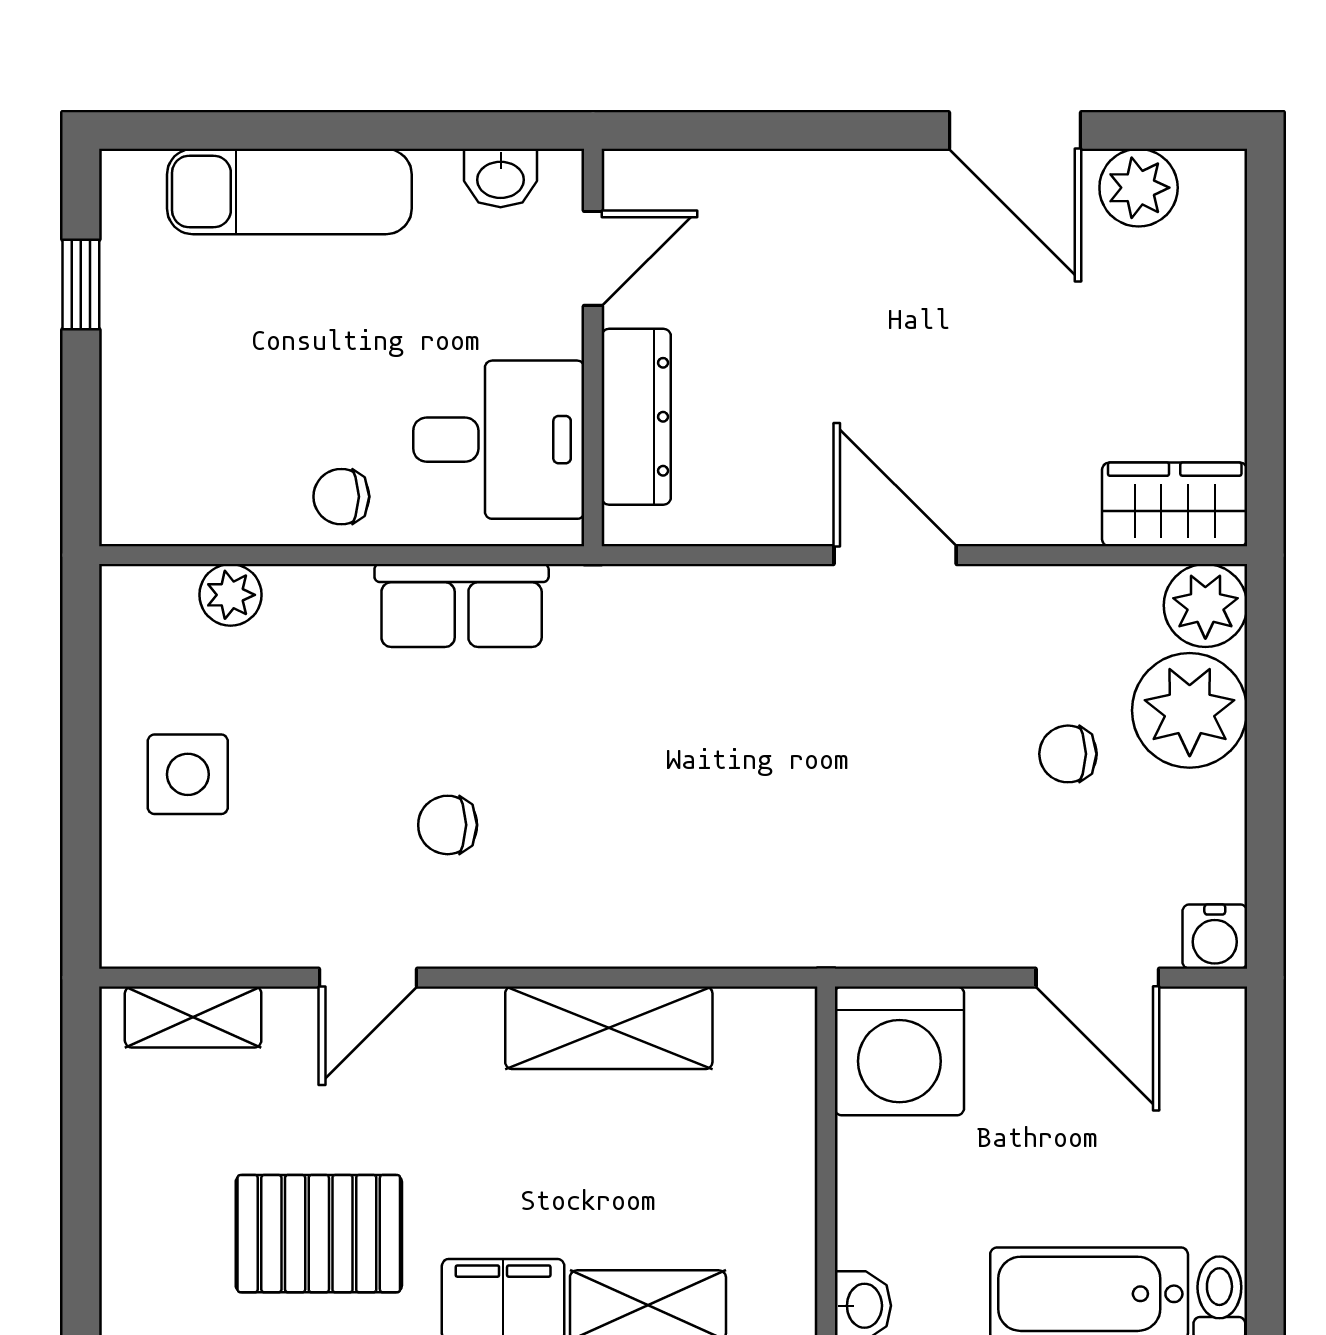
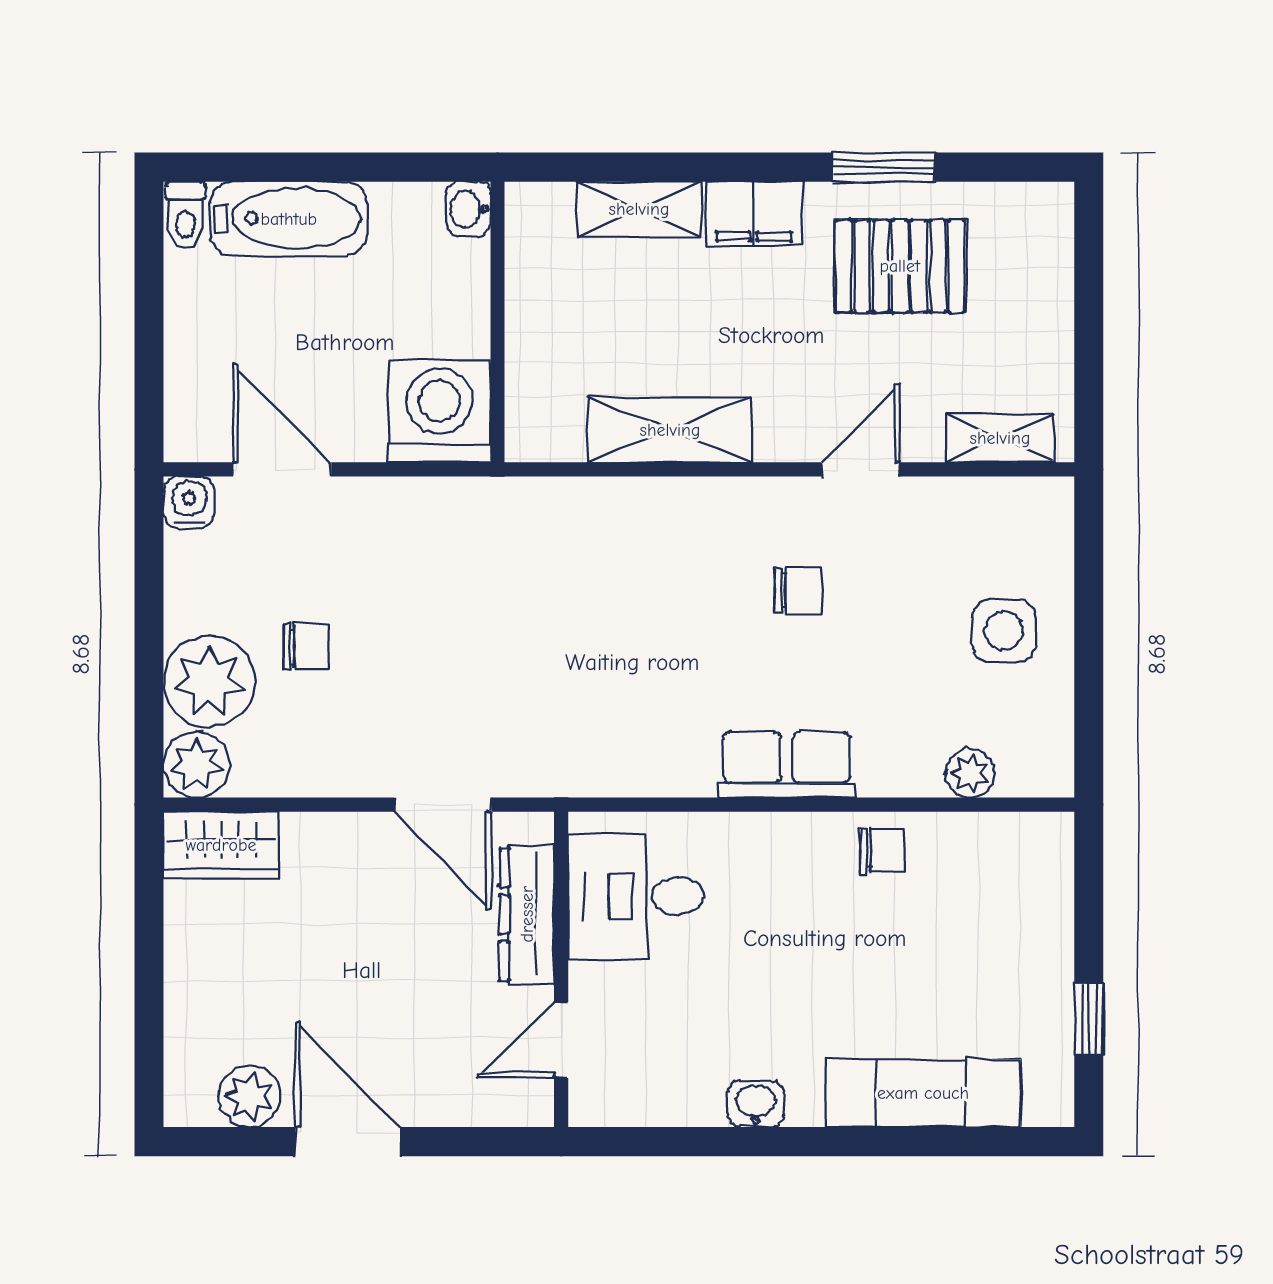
door: (593, 258) -> (561, 1040), moved
wall: (593, 348) -> (561, 969), moved
dresser: (636, 417) -> (527, 914), moved
desk: (499, 440) -> (636, 896), moved

